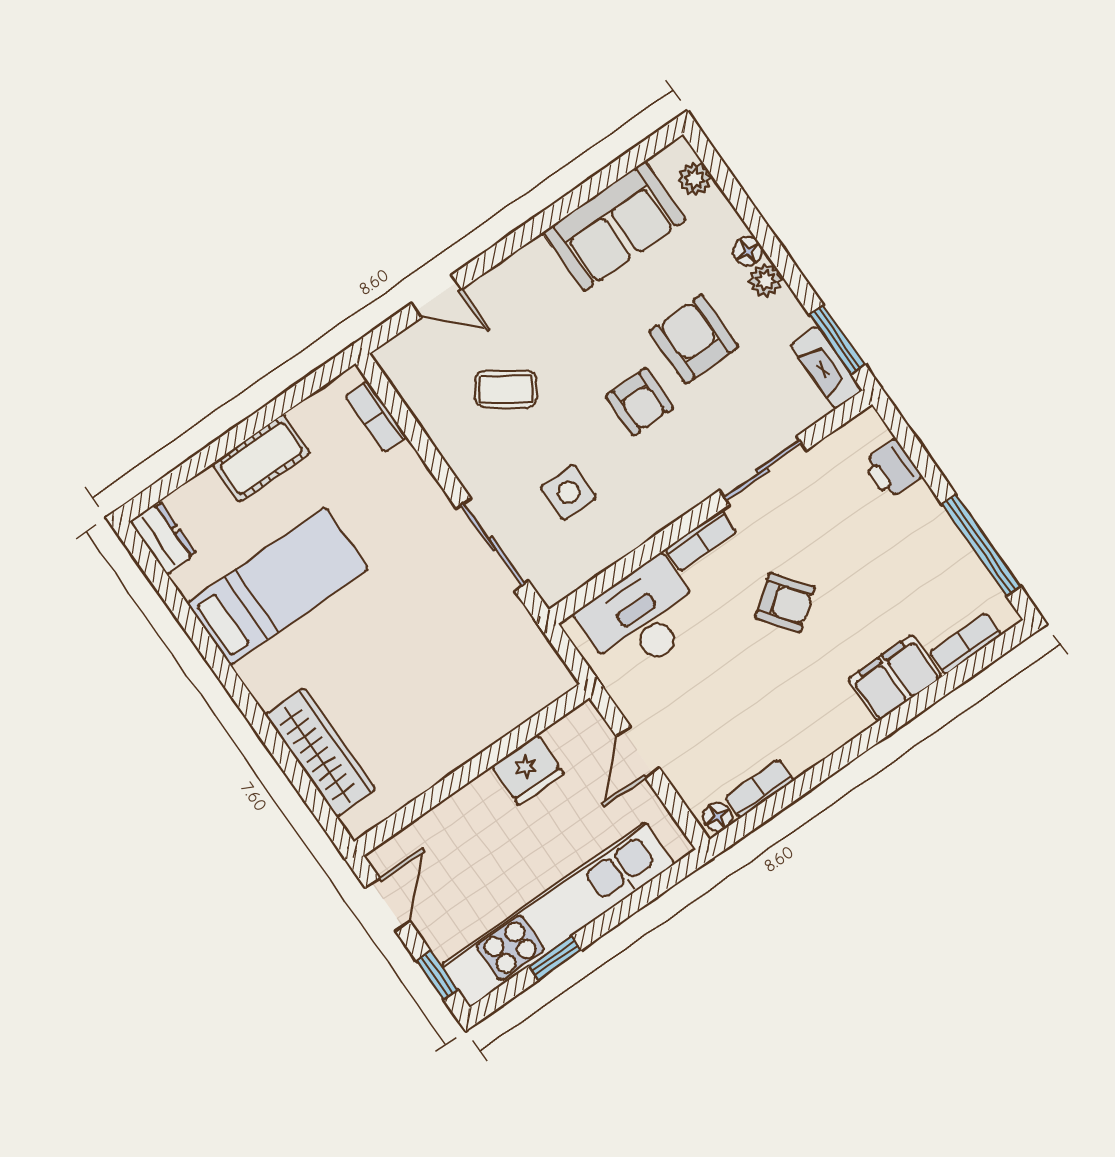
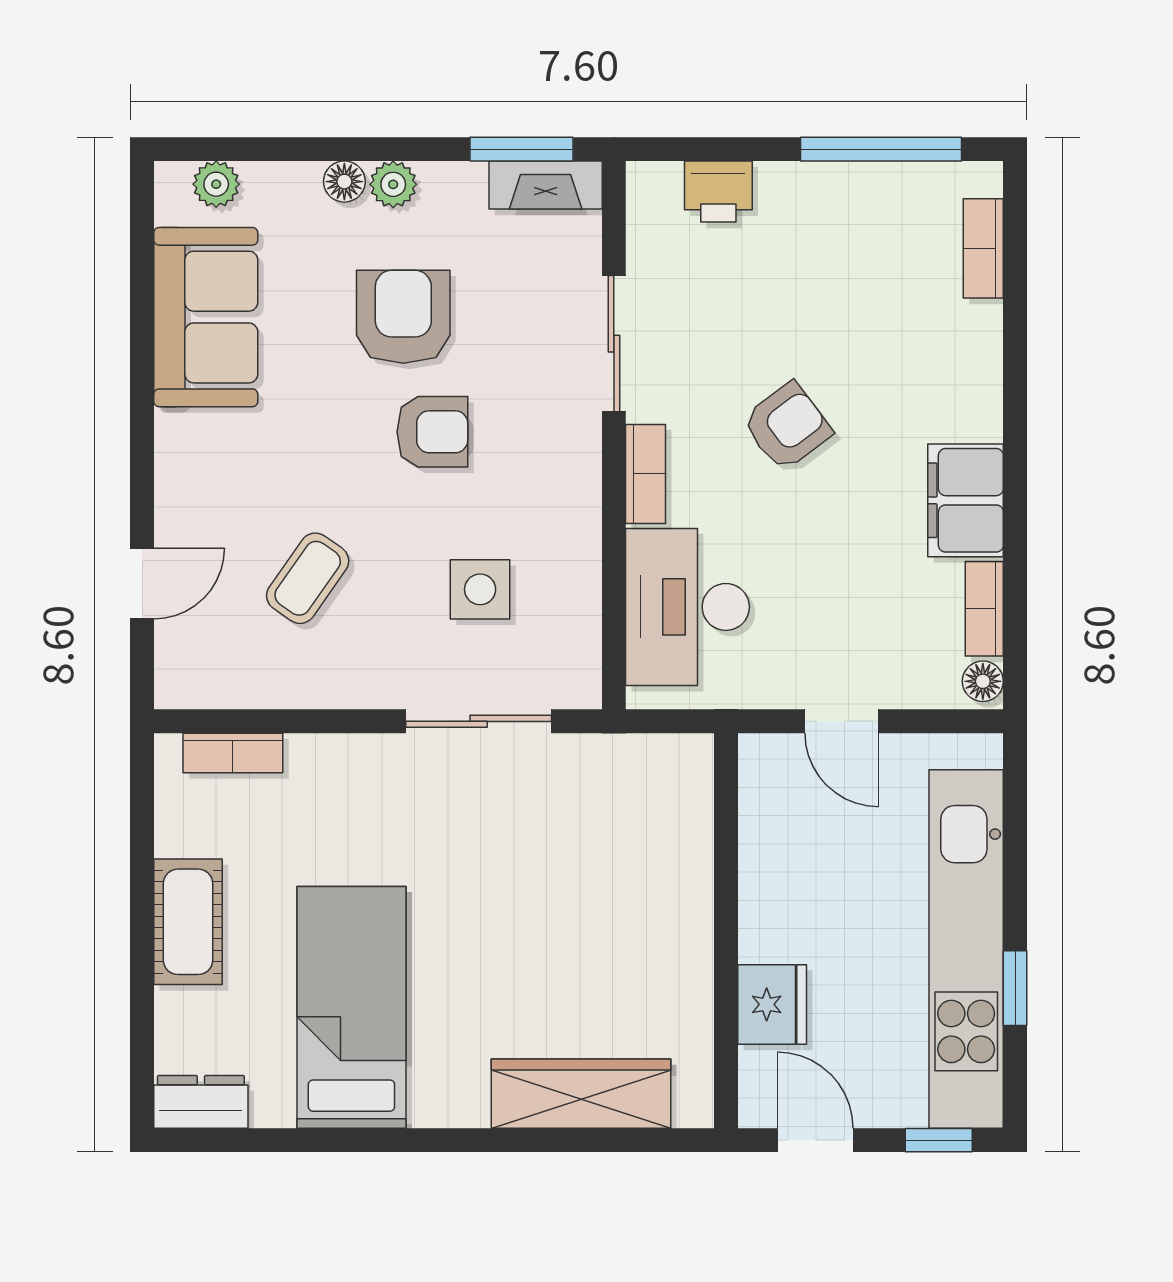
armchair: (694, 339) -> (403, 317), turned 90
filing cabinet: (895, 678) -> (966, 500), moved
fridge: (528, 770) -> (772, 1004), moved

